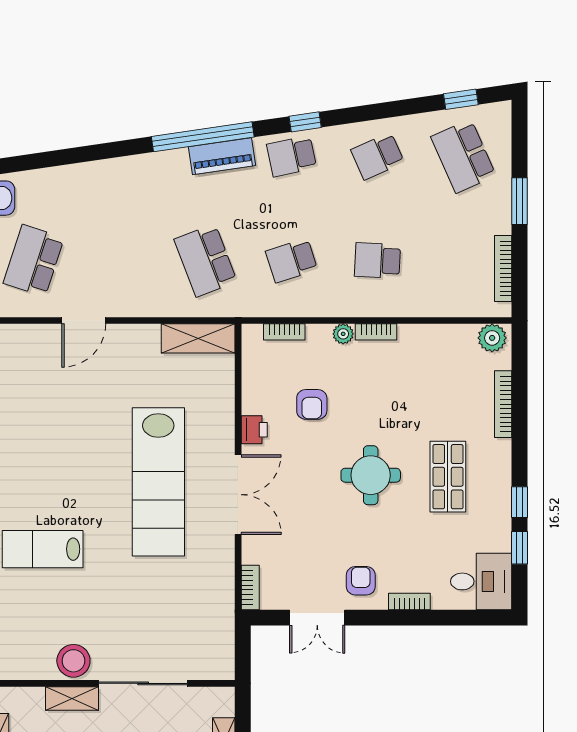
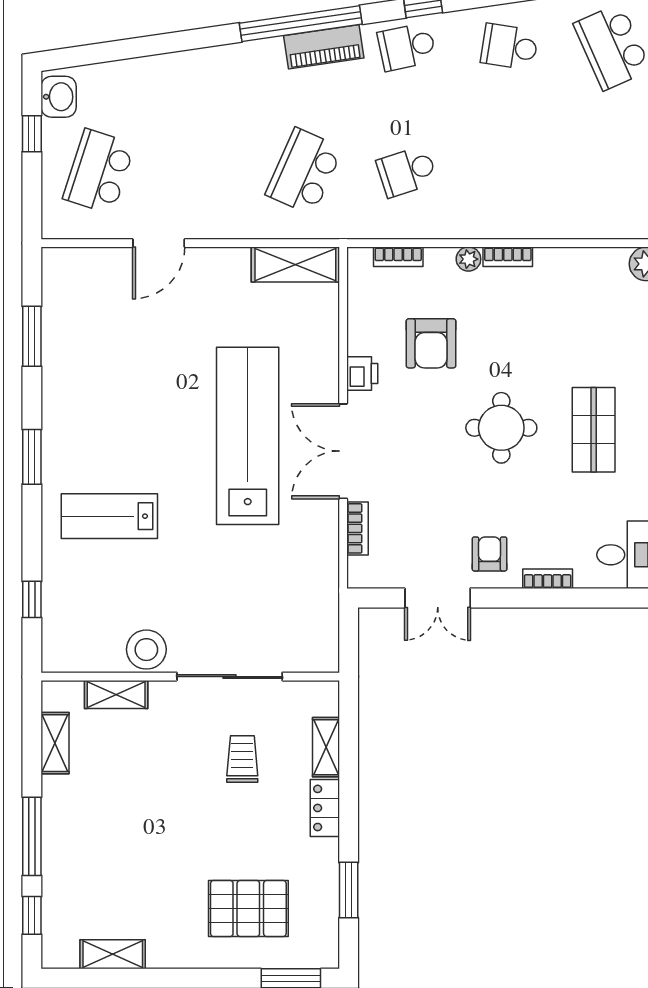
school desk: (377, 156) -> (509, 47), turned 33
school desk: (206, 260) -> (304, 171), turned 45
school desk: (377, 260) -> (509, 171), removed
armchair: (312, 404) -> (431, 343), width x1.38, depth x1.38
lab bench: (158, 482) -> (248, 436), turned 180
double door: (238, 495) -> (343, 451), swing flipped
bookcase: (250, 587) -> (357, 528), moved
shelving: (72, 698) -> (116, 694), moved

